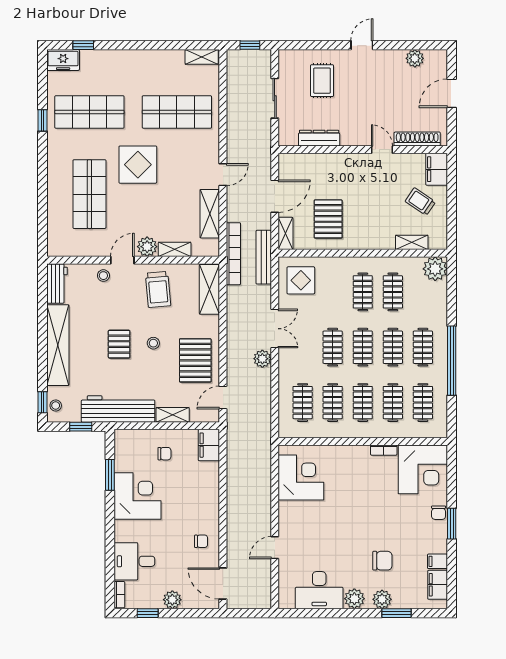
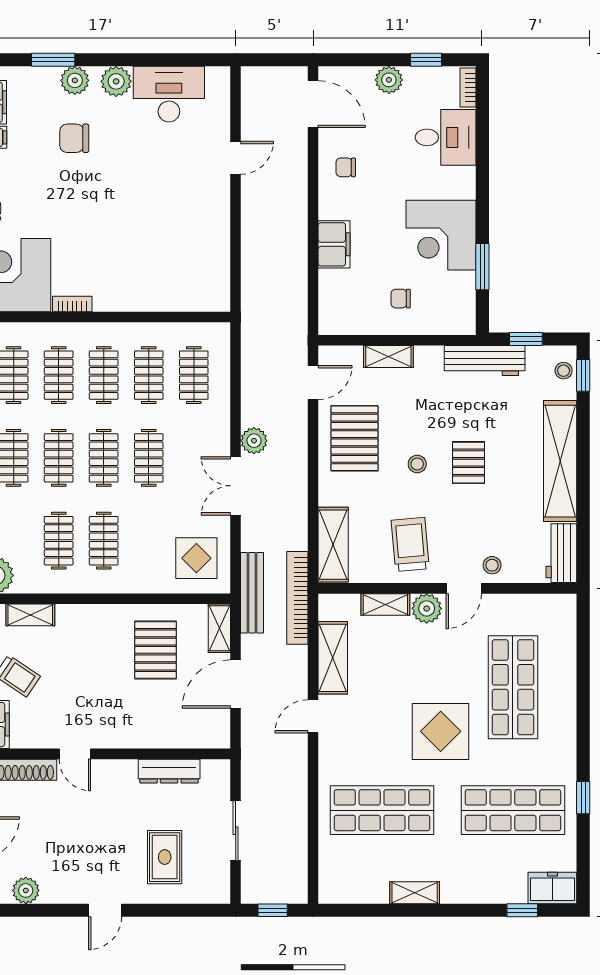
shelving: (202, 57) -> (415, 893), moved
workbench: (118, 409) -> (485, 361), width x0.73, depth x0.76
filing cabinet: (209, 445) -> (334, 244), moved
corner desk: (301, 477) -> (196, 263), removed

